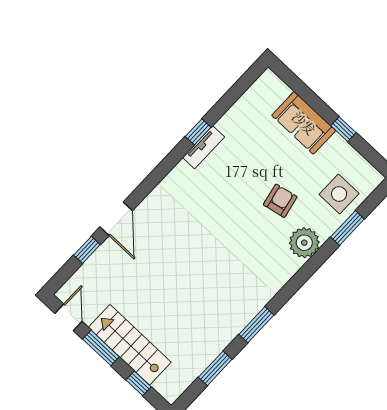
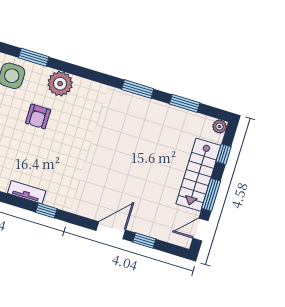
window: (198, 132) -> (46, 211), moved
armchair: (280, 201) -> (38, 116), turned -78
plant: (171, 394) -> (219, 127), added

